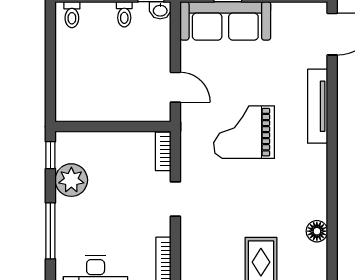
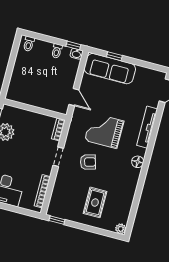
armchair: (230, 195) -> (88, 162), added
floor lamp: (317, 231) -> (138, 162), moved

